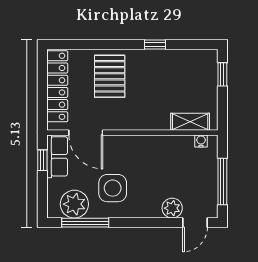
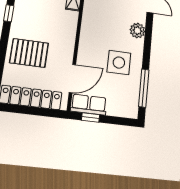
plant: (74, 204) -> (128, 95), removed
plant: (172, 208) -> (137, 31), moved

